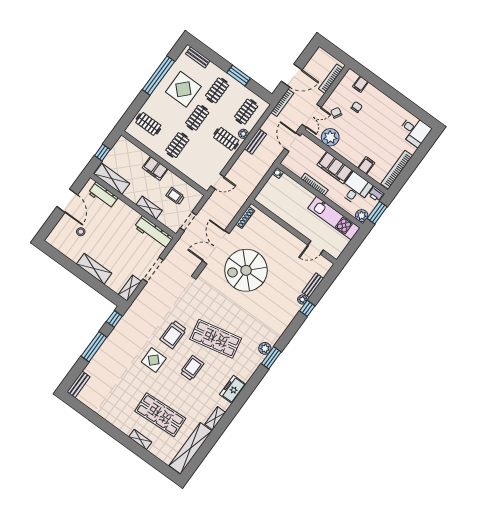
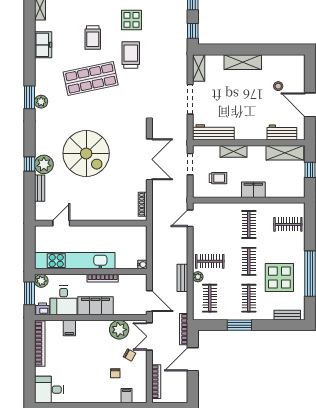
kitchen unit: (334, 218) -> (75, 261), width x1.36
spiral stairs: (246, 270) -> (86, 153), moved, turned 90
plant: (302, 300) -> (44, 164), width x1.88, depth x1.88

